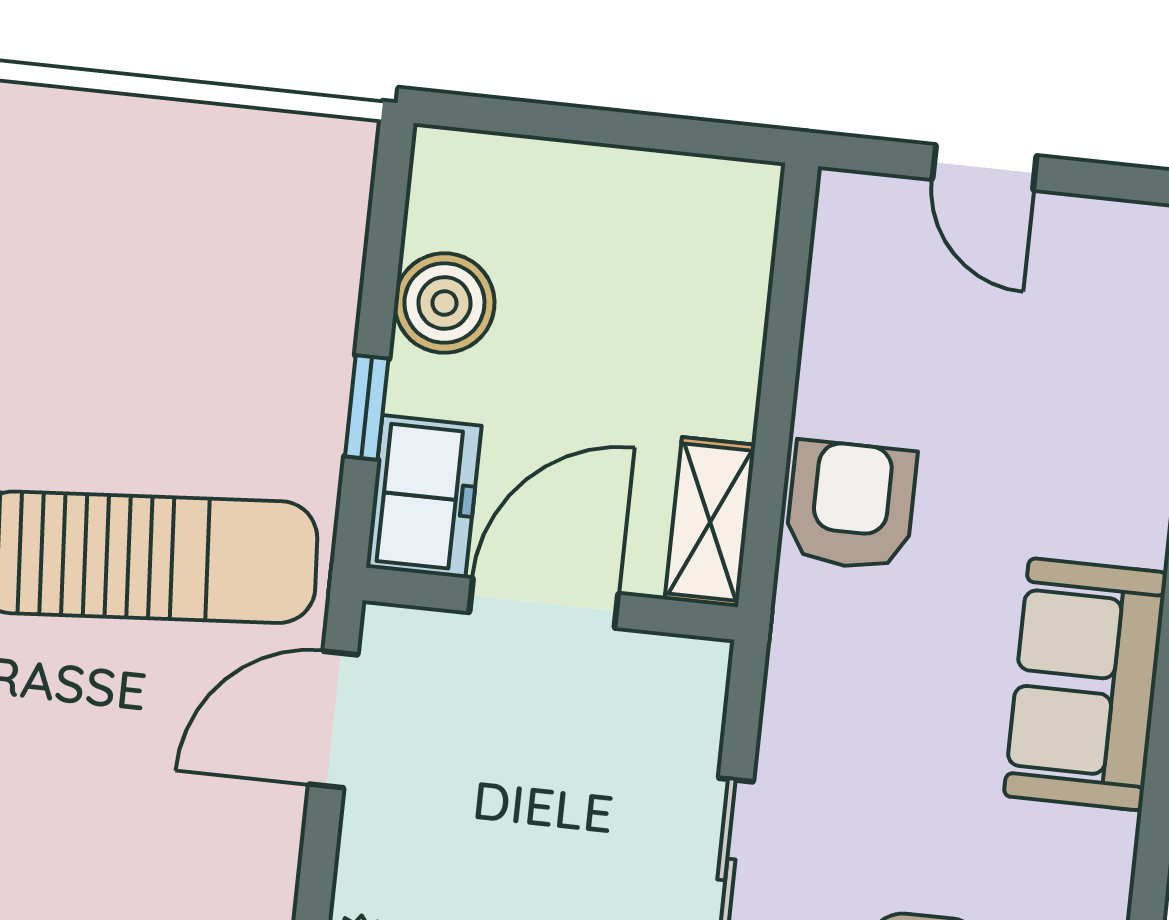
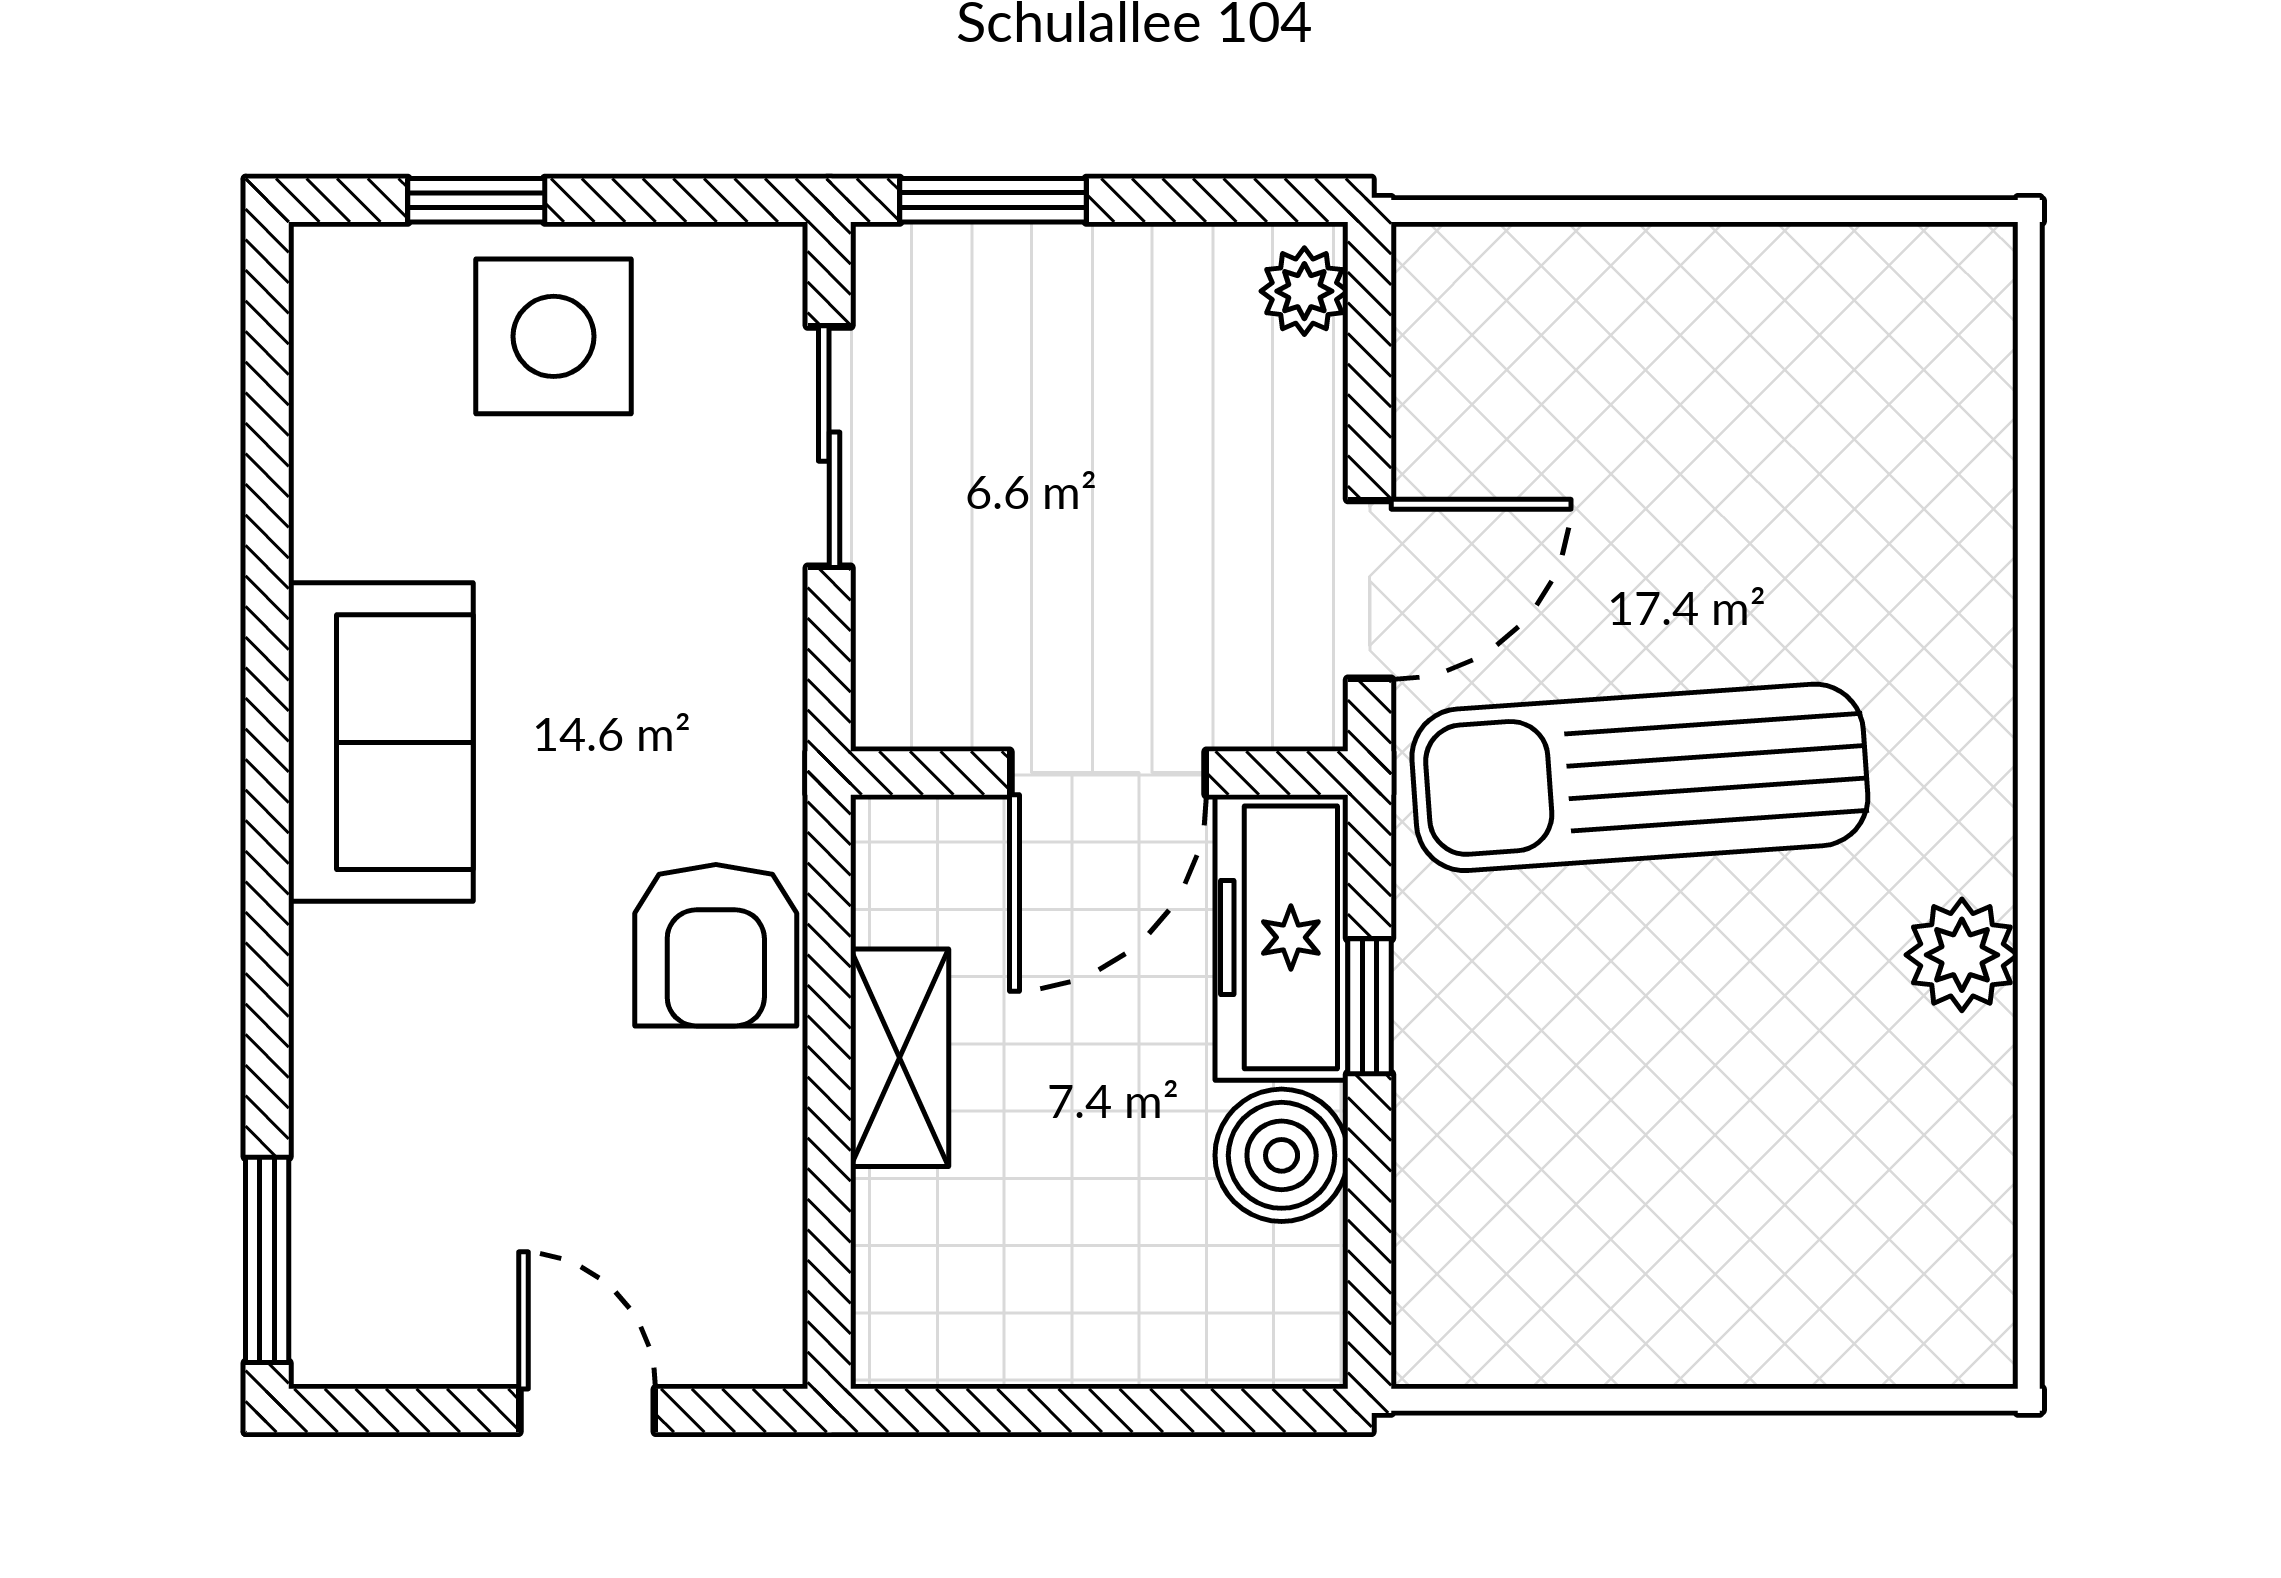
freezer: (424, 497) -> (1282, 937), width x1.40
shelving: (710, 522) -> (900, 1058), moved

